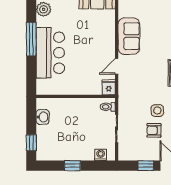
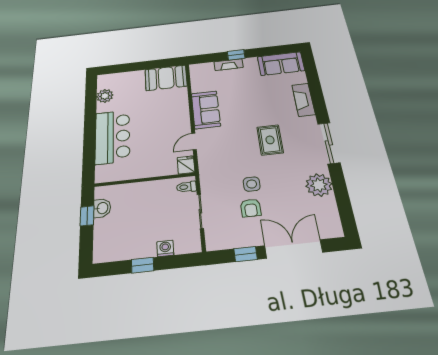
window: (31, 39) -> (90, 126), removed
armchair: (154, 130) -> (251, 208), turned -90
window: (31, 143) -> (87, 216), moved
washing machine: (101, 155) -> (165, 248), moved

